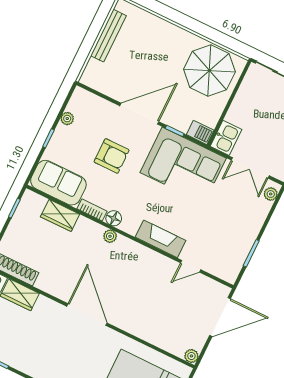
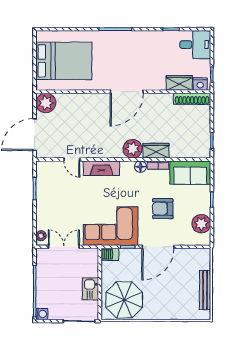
plant: (67, 119) -> (201, 224), width x1.87, depth x1.87
kitchen sink: (226, 138) -> (90, 289), moved
wardrobe: (60, 215) -> (156, 151), moved
plant: (110, 236) -> (133, 149), width x1.88, depth x1.88
door: (191, 266) -> (72, 159), swing flipped
door: (87, 315) -> (127, 92), hinge flipped
plant: (191, 356) -> (46, 103), width x1.88, depth x1.88

